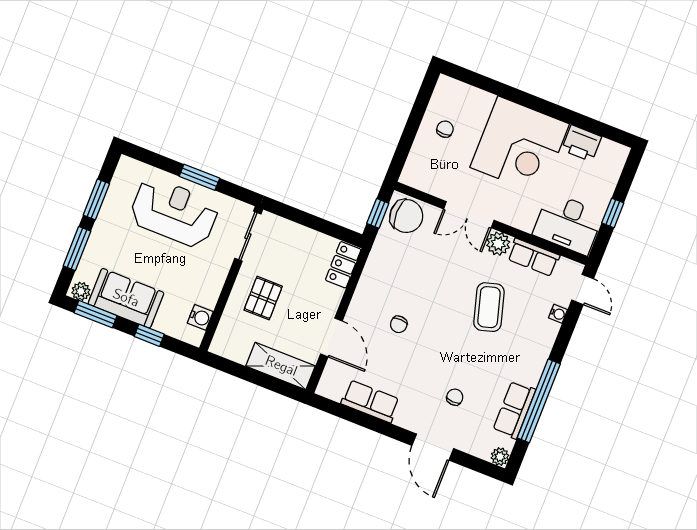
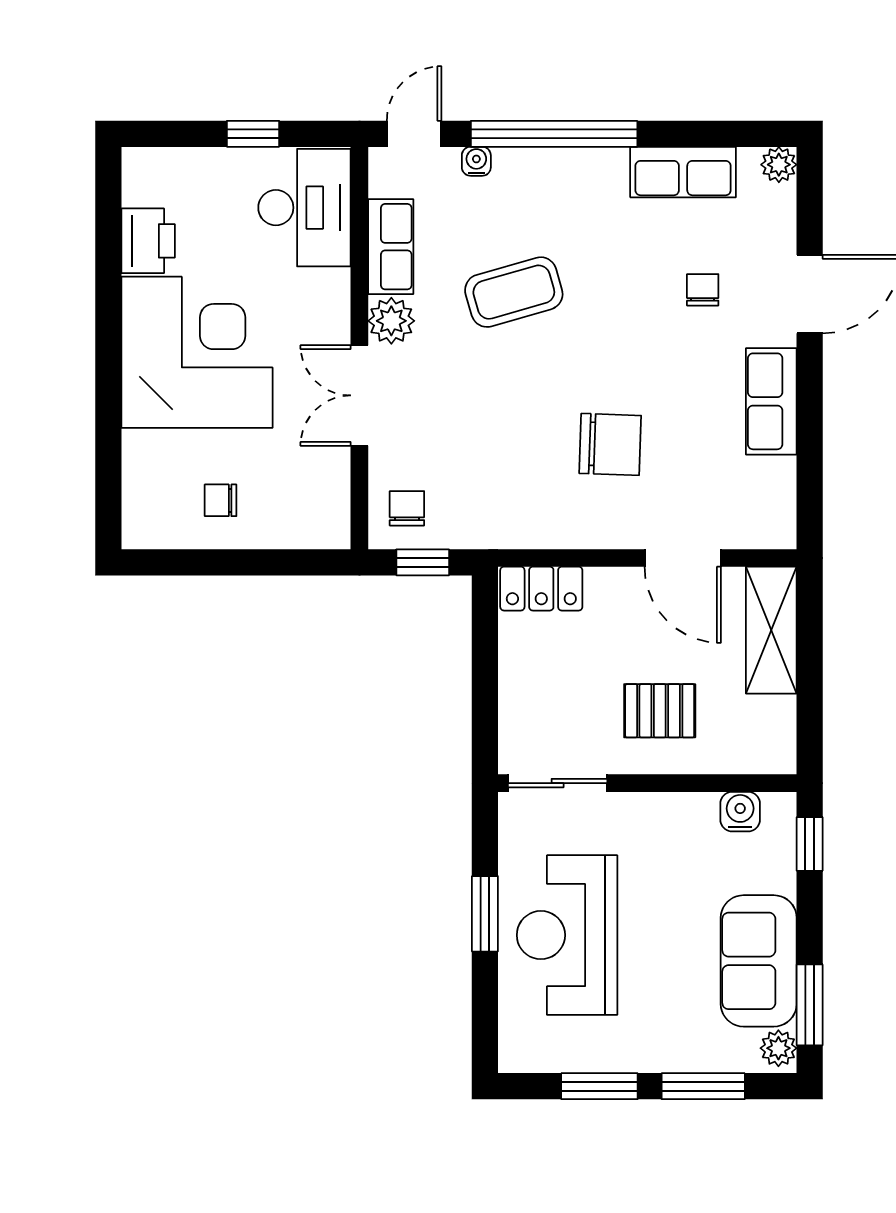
double door: (469, 215) -> (359, 395), swing flipped
chair: (406, 216) -> (407, 508), width x0.54, depth x0.54
chair: (399, 324) -> (610, 444), width x1.87, depth x1.87
window: (149, 335) -> (810, 844), moved
door: (331, 338) -> (683, 558), swing flipped
chair: (455, 397) -> (703, 290), turned 87
row of seats: (370, 401) -> (771, 401), moved
window: (539, 401) -> (554, 134), moved

